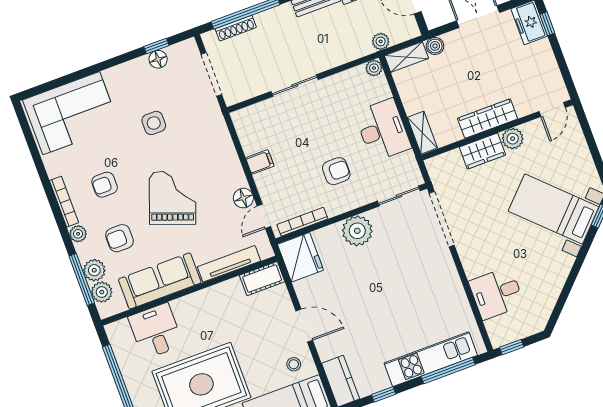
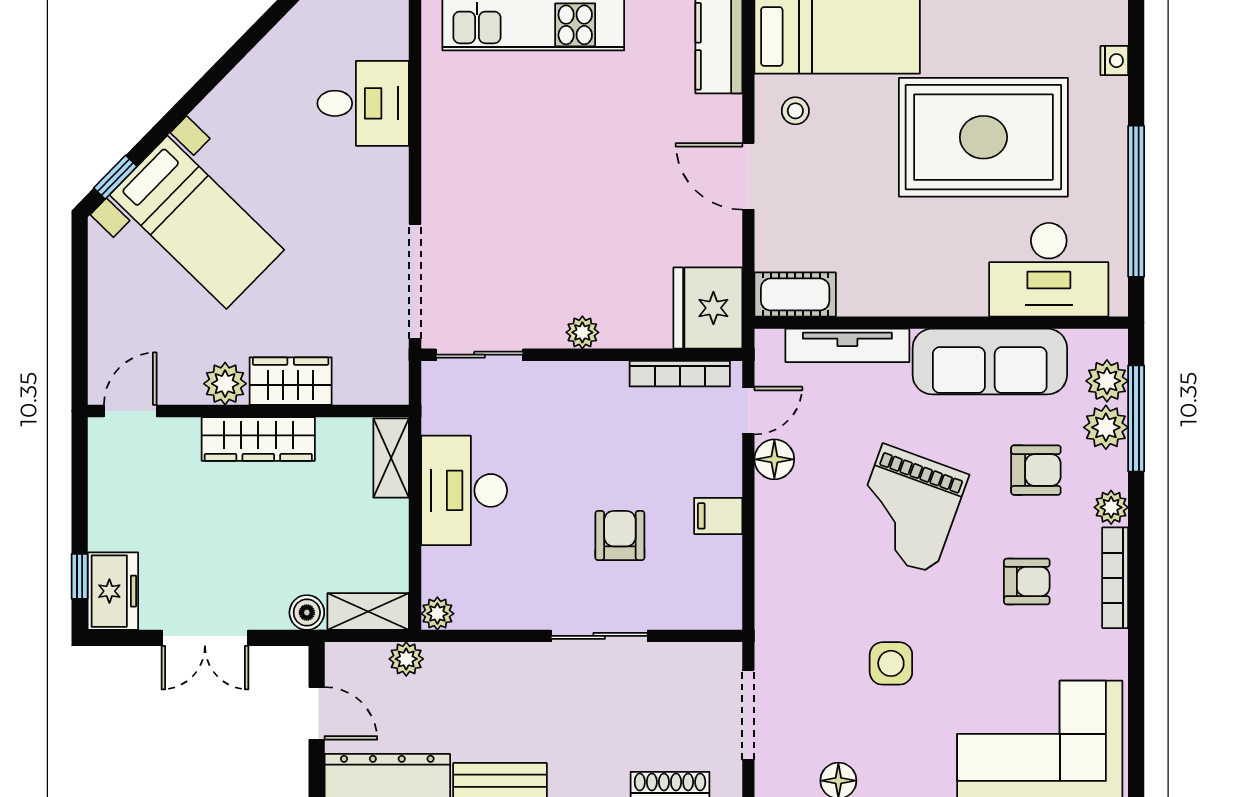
armchair: (336, 171) -> (620, 535), moved, turned 90
plant: (357, 231) -> (582, 332), width x0.53, depth x0.53
desk: (156, 331) -> (1049, 270), width x1.37

